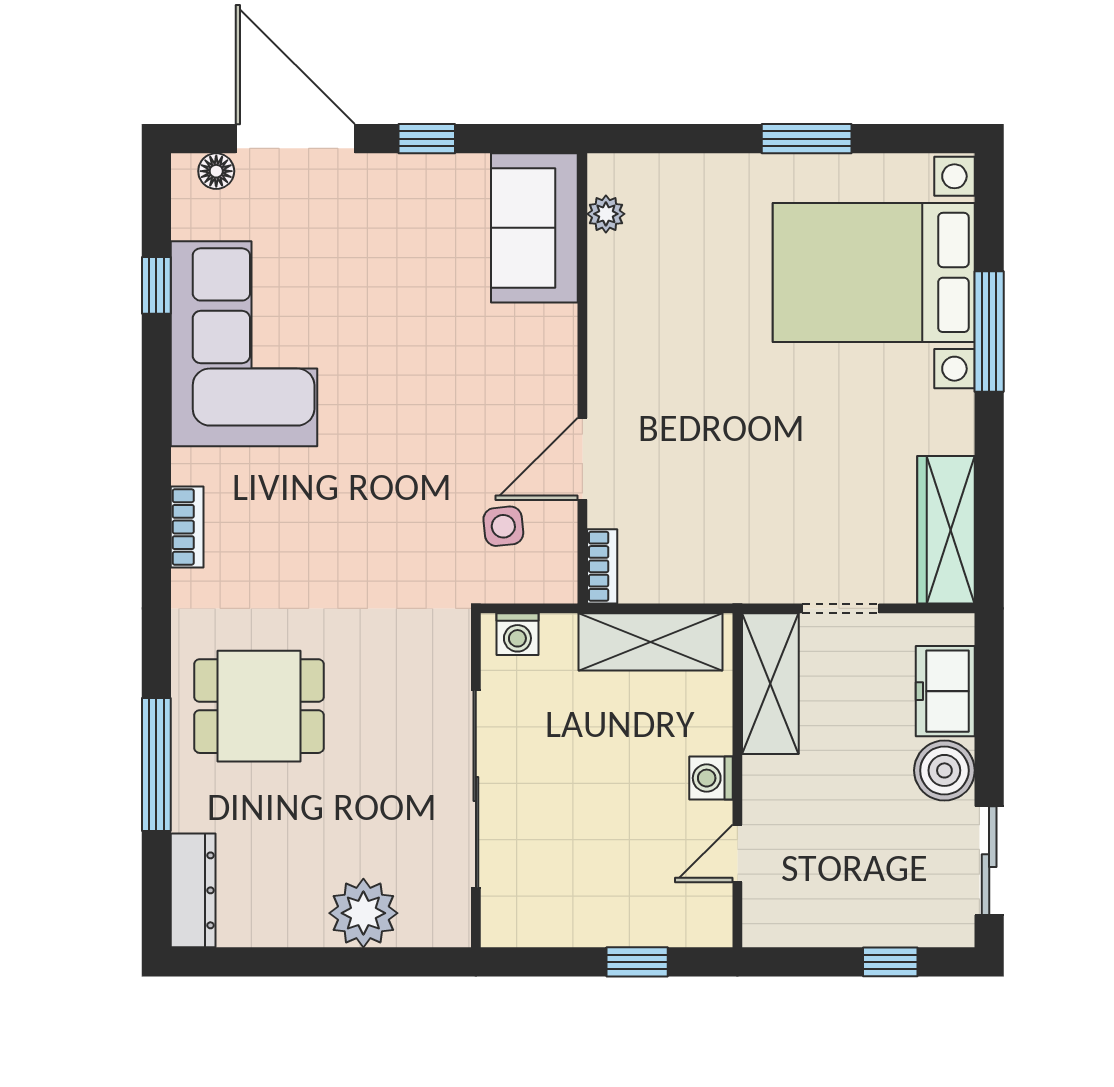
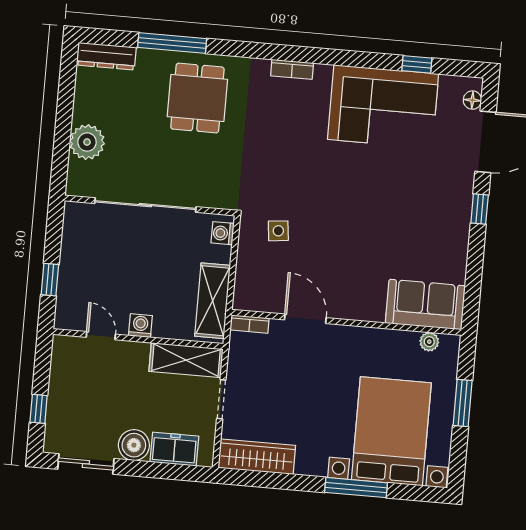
plant: (606, 214) -> (429, 342), moved
sofa: (534, 228) -> (425, 304), moved
wall: (582, 378) -> (346, 322), moved
door: (582, 459) -> (305, 319), moved
bookcase: (602, 566) -> (250, 324), moved

